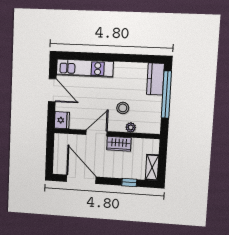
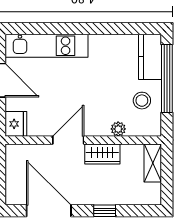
stool: (123, 108) -> (142, 101), moved
shelving: (152, 167) -> (153, 163), moved
window: (129, 182) -> (105, 211), moved

